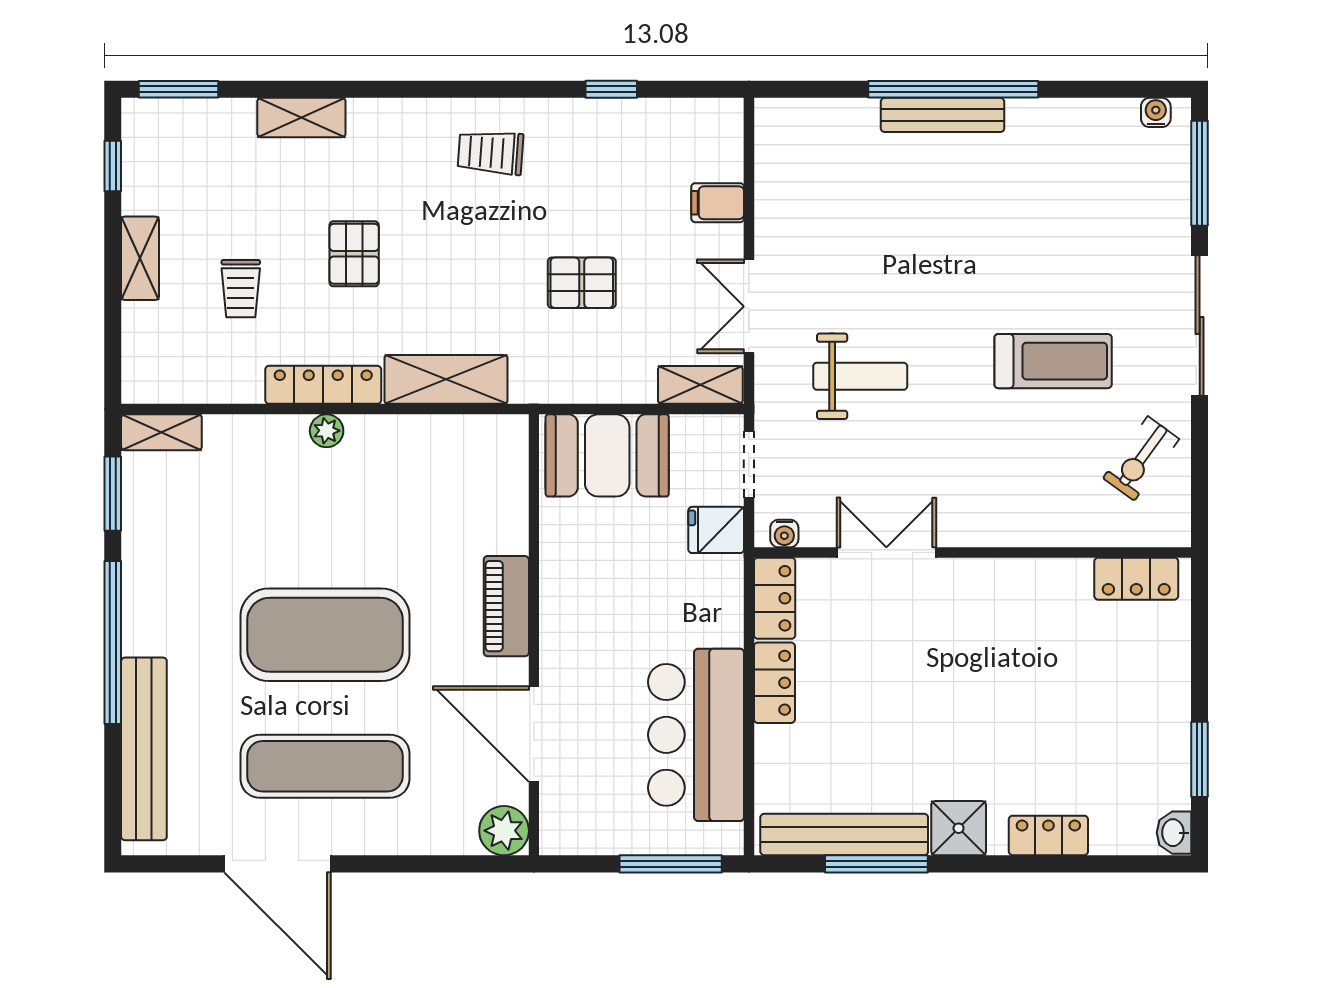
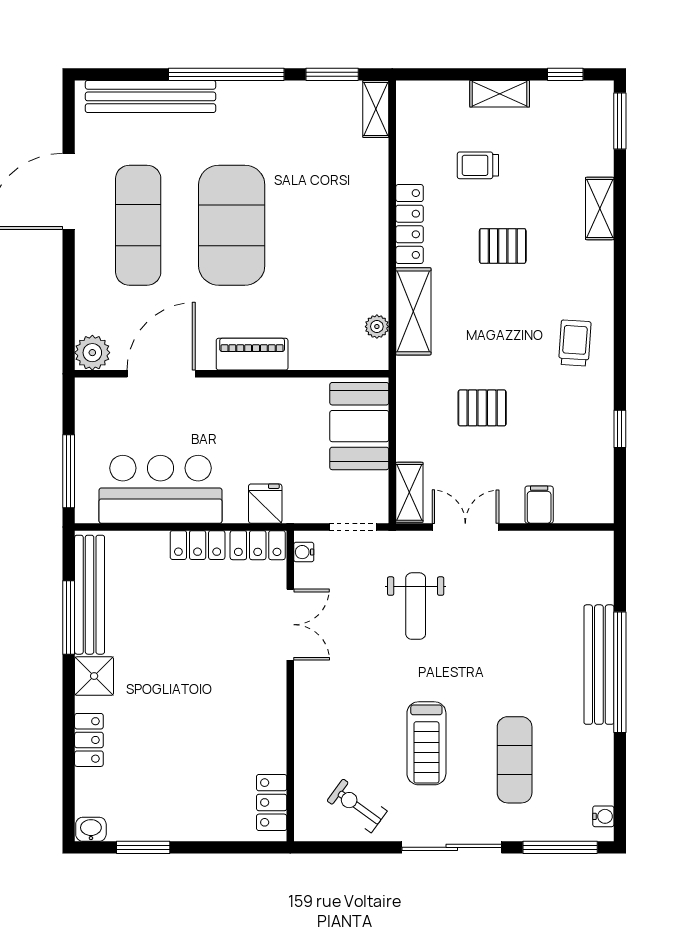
bench: (943, 115) -> (599, 665), width x1.37, depth x1.21
exercise mat: (1076, 237) -> (515, 760), added
pallet: (582, 283) -> (482, 408), turned 90
plant: (327, 431) -> (377, 327), moved
fridge: (716, 530) -> (265, 504), moved

